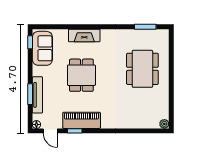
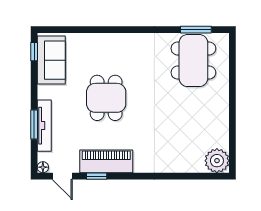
fireplace: (84, 36) -> (110, 42), removed
dining table: (142, 69) -> (193, 61), moved
plant: (164, 124) -> (217, 161), width x1.88, depth x1.88

